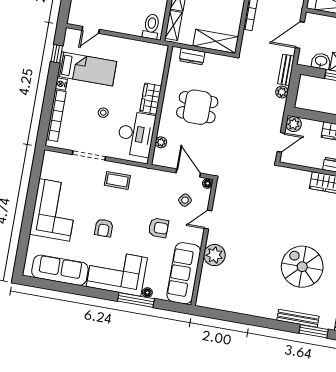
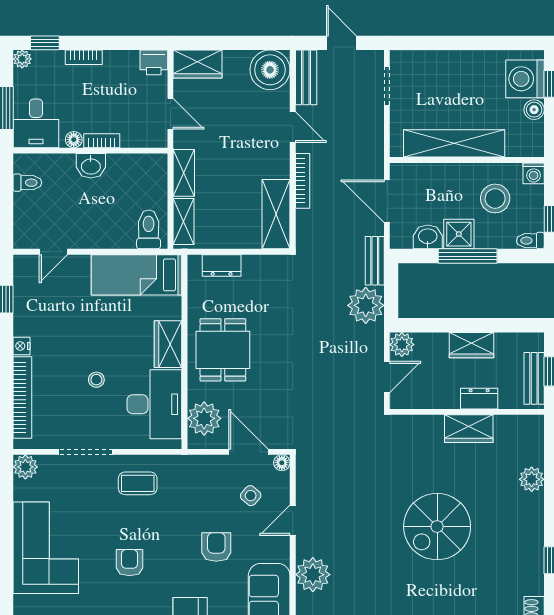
door: (300, 35) -> (387, 201), hinge flipped
shelving: (216, 41) -> (276, 214), moved, turned 90
bed: (87, 69) -> (137, 275), moved, turned 180
plant: (282, 92) -> (366, 305), width x1.88, depth x1.88
dining table: (197, 107) -> (223, 350), moved, turned 90
plant: (161, 142) -> (204, 418), width x1.88, depth x1.88
plant: (50, 158) -> (25, 467), added
armchair: (104, 228) -> (130, 563), turned 180
armchair: (158, 228) -> (216, 547), turned -90
spiral stairs: (302, 267) -> (437, 527), moved, turned -90

